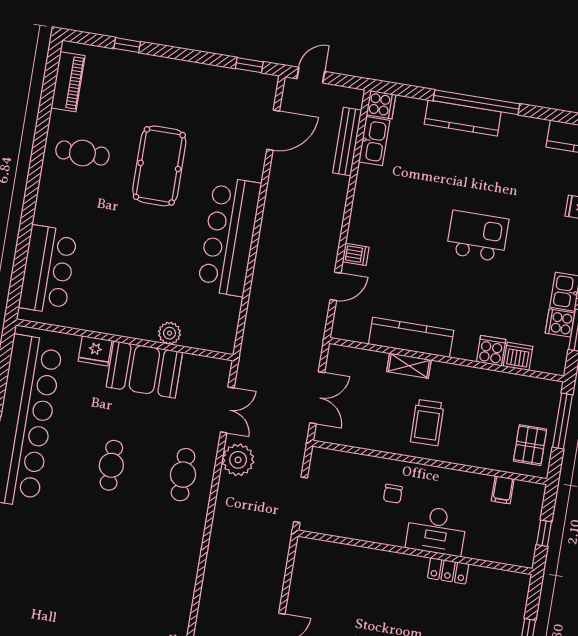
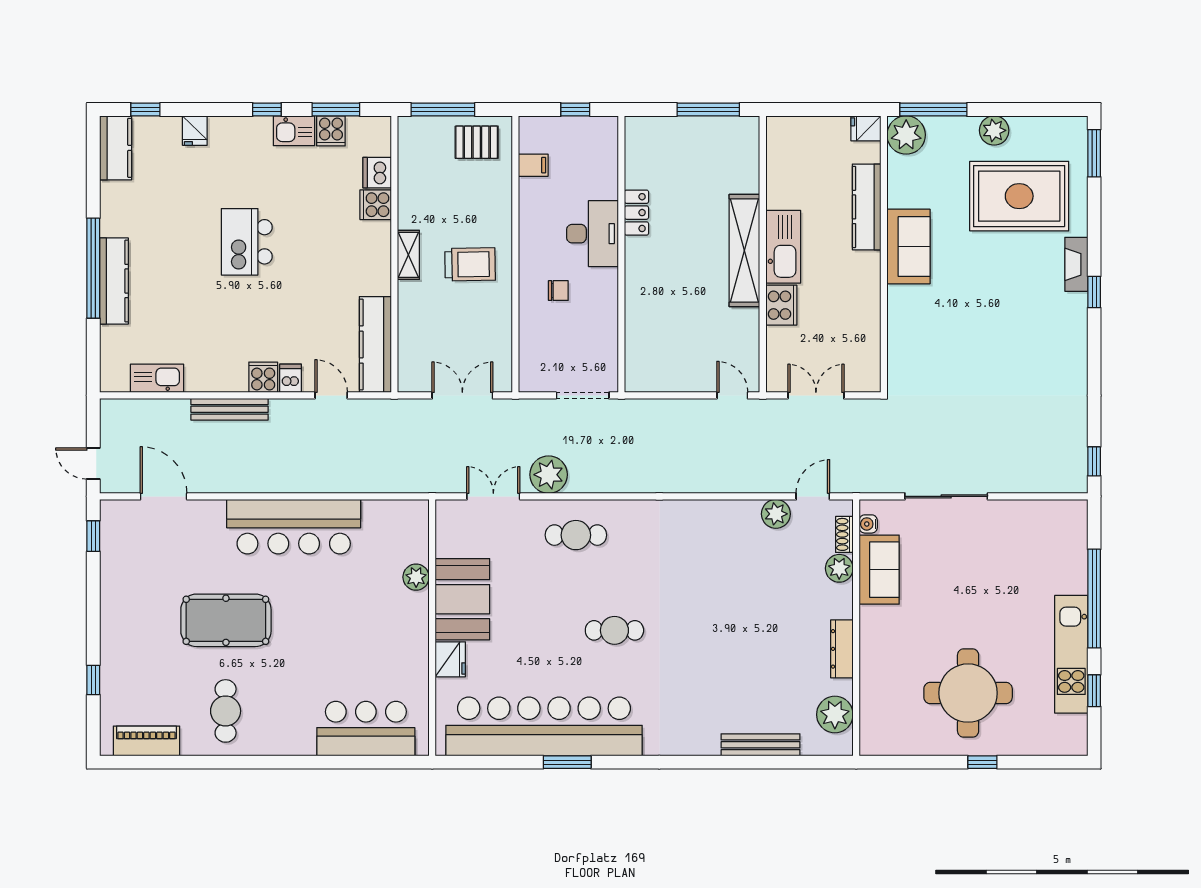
cooker: (381, 105) -> (263, 377), moved
bench: (347, 142) -> (230, 409), moved
kitchen counter: (411, 337) -> (375, 345), moved
shelving: (409, 366) -> (408, 255), moved
cafe table: (111, 465) -> (614, 630), moved

